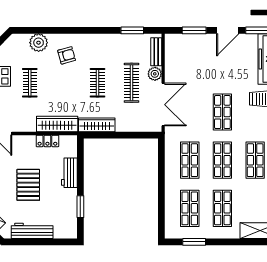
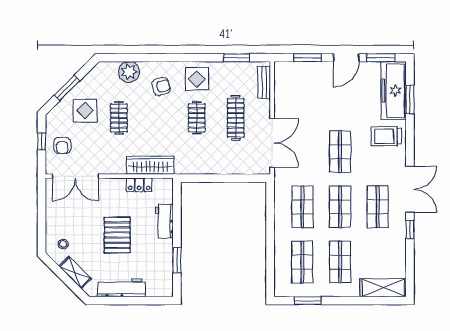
display table: (98, 49) -> (197, 79), added
plant: (155, 74) -> (262, 108), removed
wardrobe: (97, 125) -> (196, 166), removed

